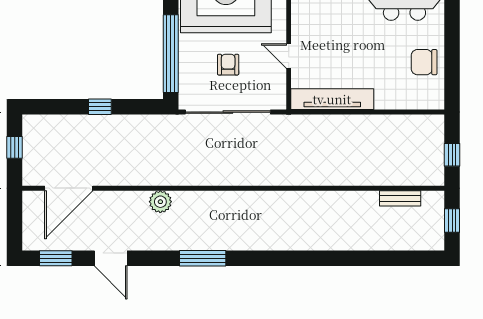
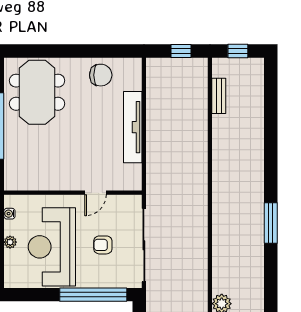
chair: (424, 62) -> (101, 75), turned -90
tv unit: (332, 99) -> (133, 127), moved
window: (203, 258) -> (271, 223), moved

